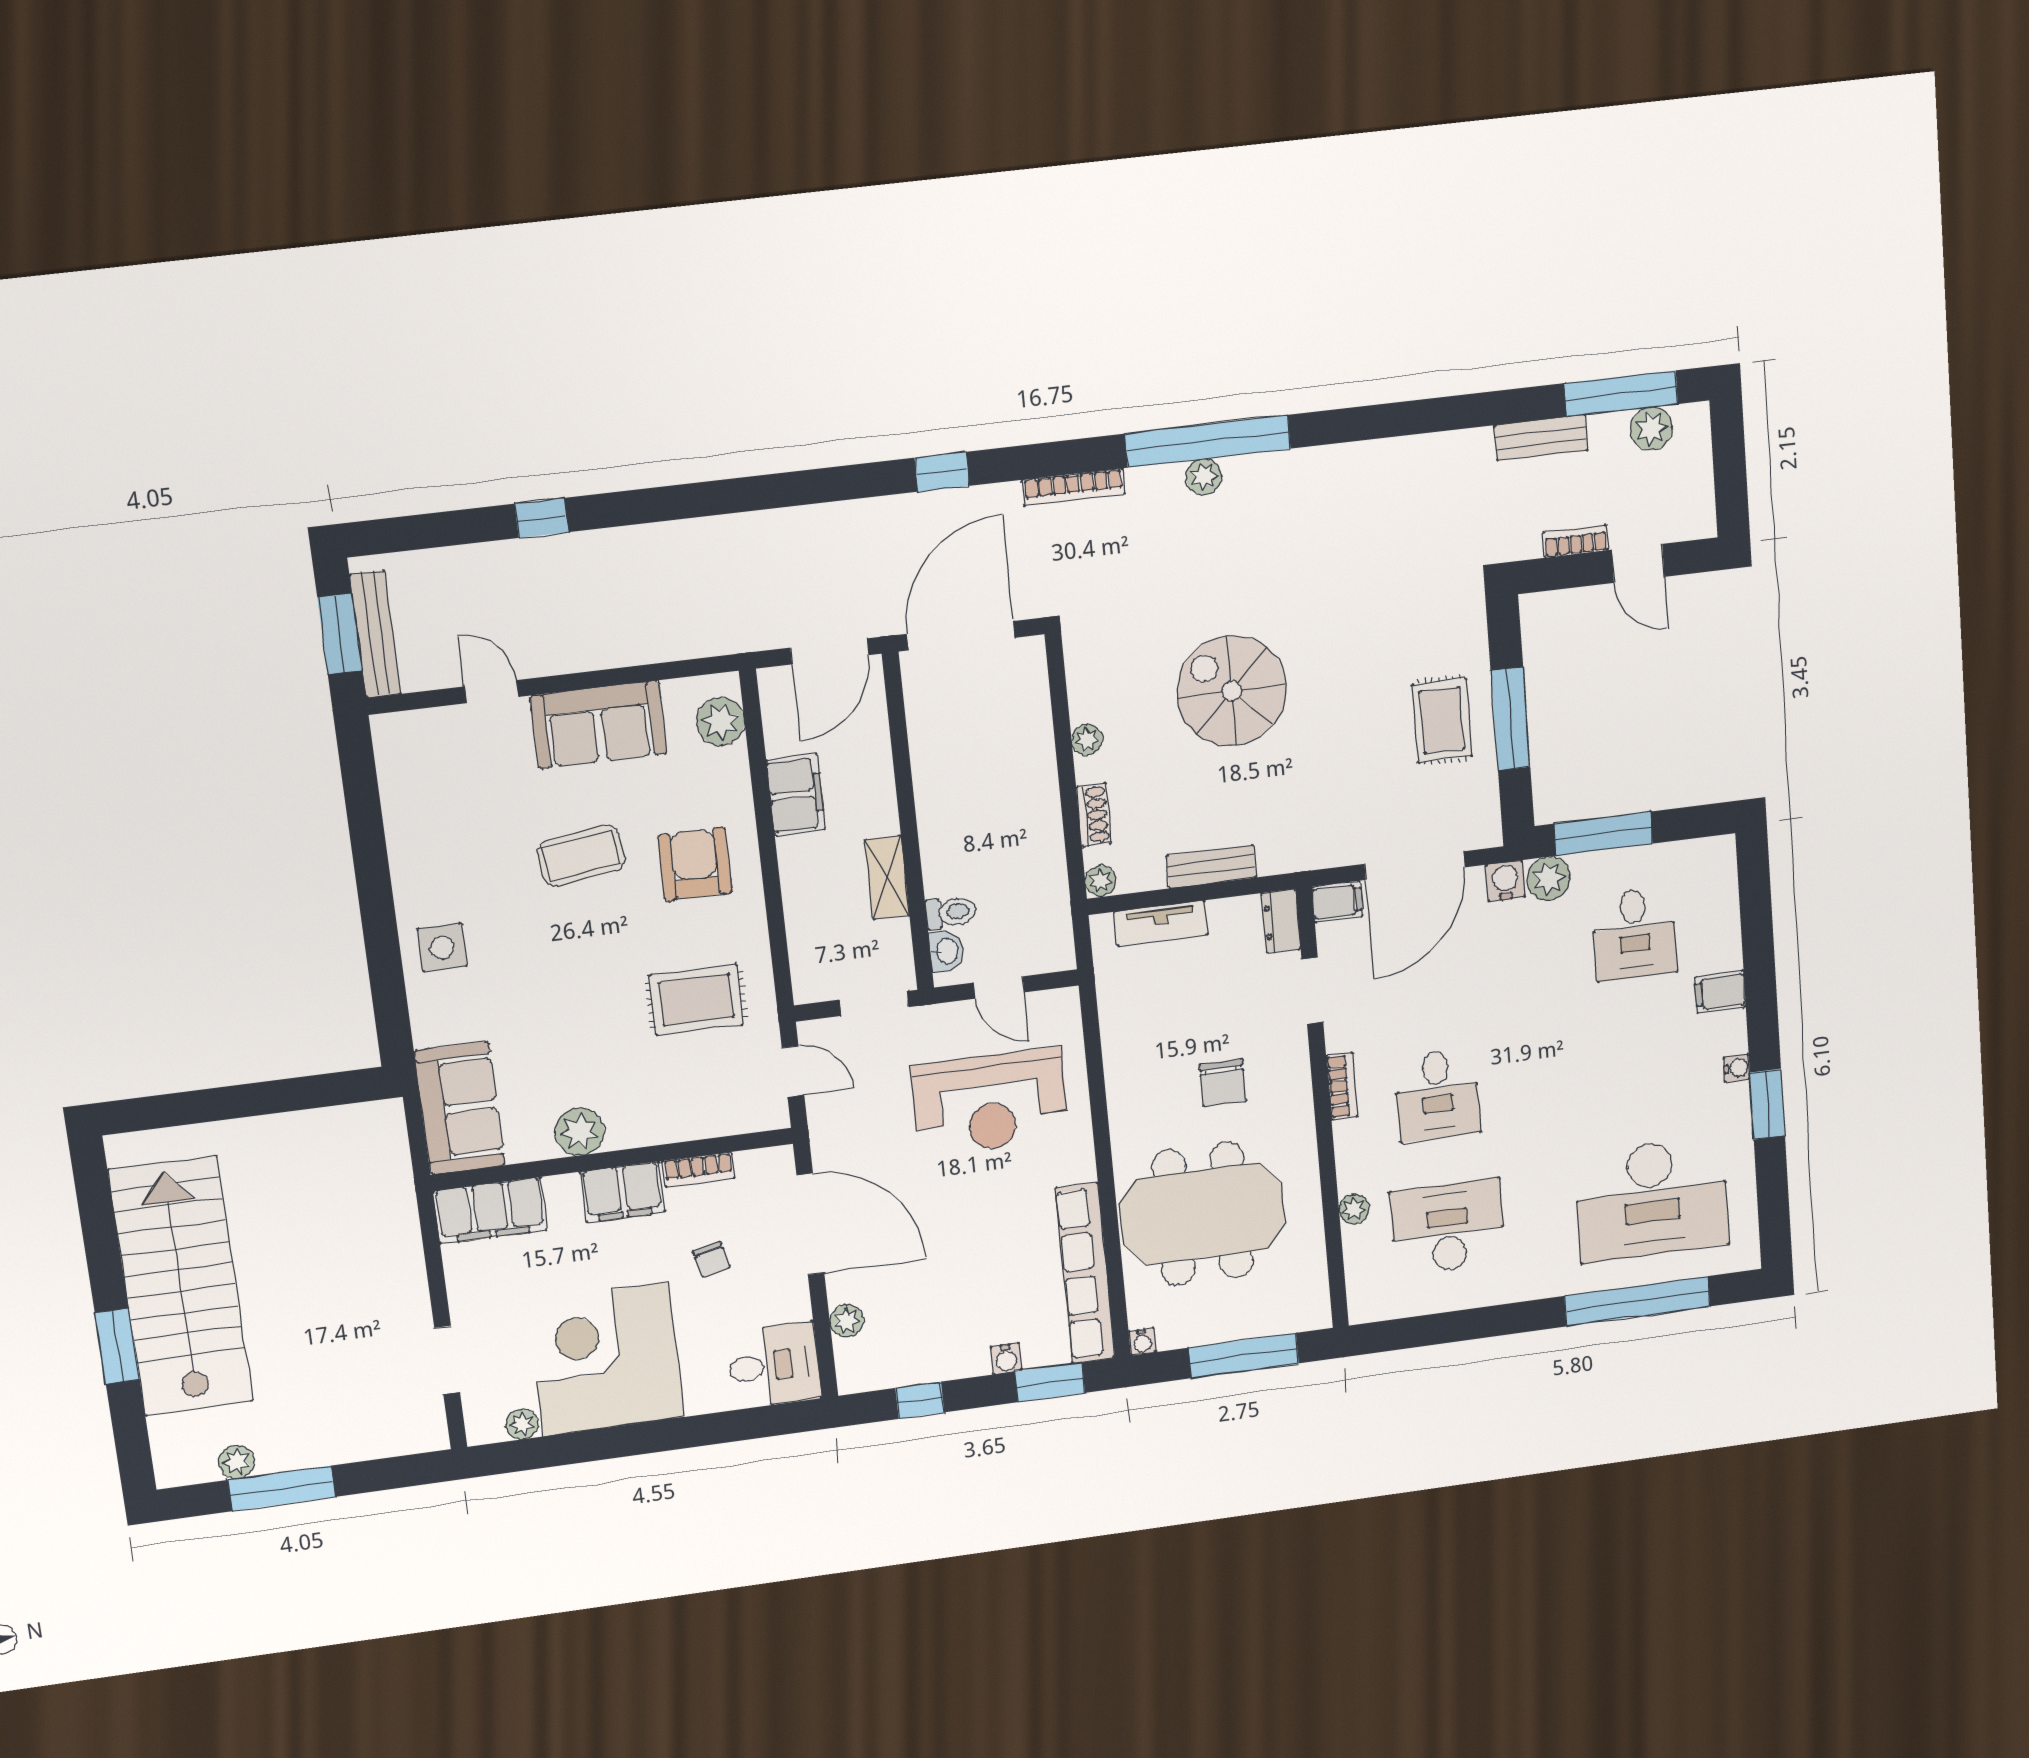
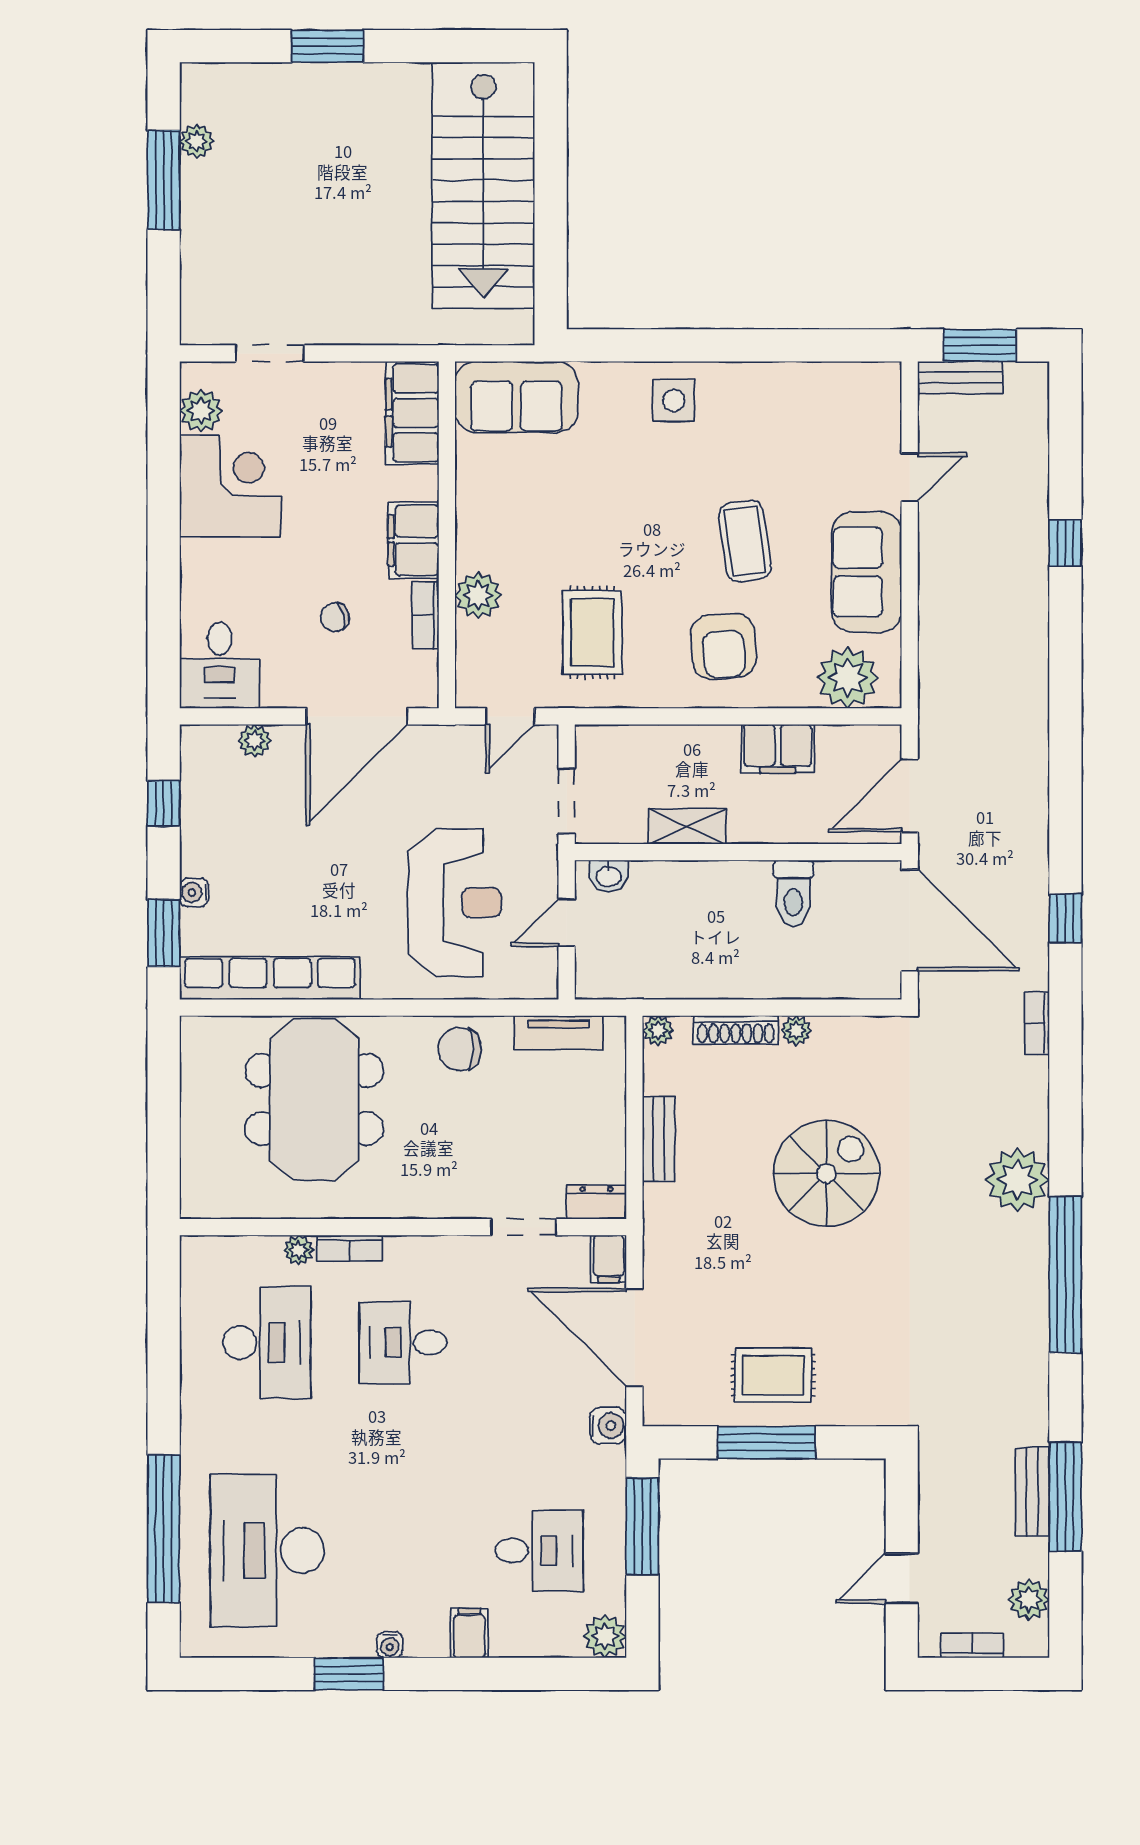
window: (1621, 394) -> (1065, 1497), moved
window: (1208, 441) -> (1065, 1274), moved
plant: (1204, 477) -> (1017, 1180), width x1.87, depth x1.87
bookcase: (1073, 487) -> (1037, 1023), width x0.64
bookcase: (1576, 541) -> (972, 1645), moved, turned -90
bench: (375, 634) -> (960, 378), width x0.73
door: (830, 651) -> (910, 795), hinge flipped
plant: (720, 722) -> (848, 678), width x1.36, depth x1.36
shoe rack: (1094, 815) -> (736, 1030), width x1.43
armchair: (695, 864) -> (724, 646), turned 86
plant: (1549, 878) -> (605, 1636), moved
toilet: (951, 912) -> (793, 893), moved, width x1.37, depth x1.39
tv unit: (1161, 923) -> (559, 1033), moved, turned -90
desk: (1634, 934) -> (539, 1550), turned 180
chair: (1223, 1083) -> (460, 1049), moved
bookcase: (1342, 1086) -> (349, 1248), moved
reception desk: (990, 1102) -> (455, 903), turned 180
plant: (580, 1132) -> (478, 595), moved
stairs: (181, 1286) -> (483, 185), moved, turned 90
water cooler: (1142, 1342) -> (192, 1028), removed
window: (1244, 1356) -> (164, 1128), removed
corner desk: (606, 1360) -> (230, 486), width x0.74, depth x0.74
plant: (522, 1424) -> (201, 411), width x1.38, depth x1.38

